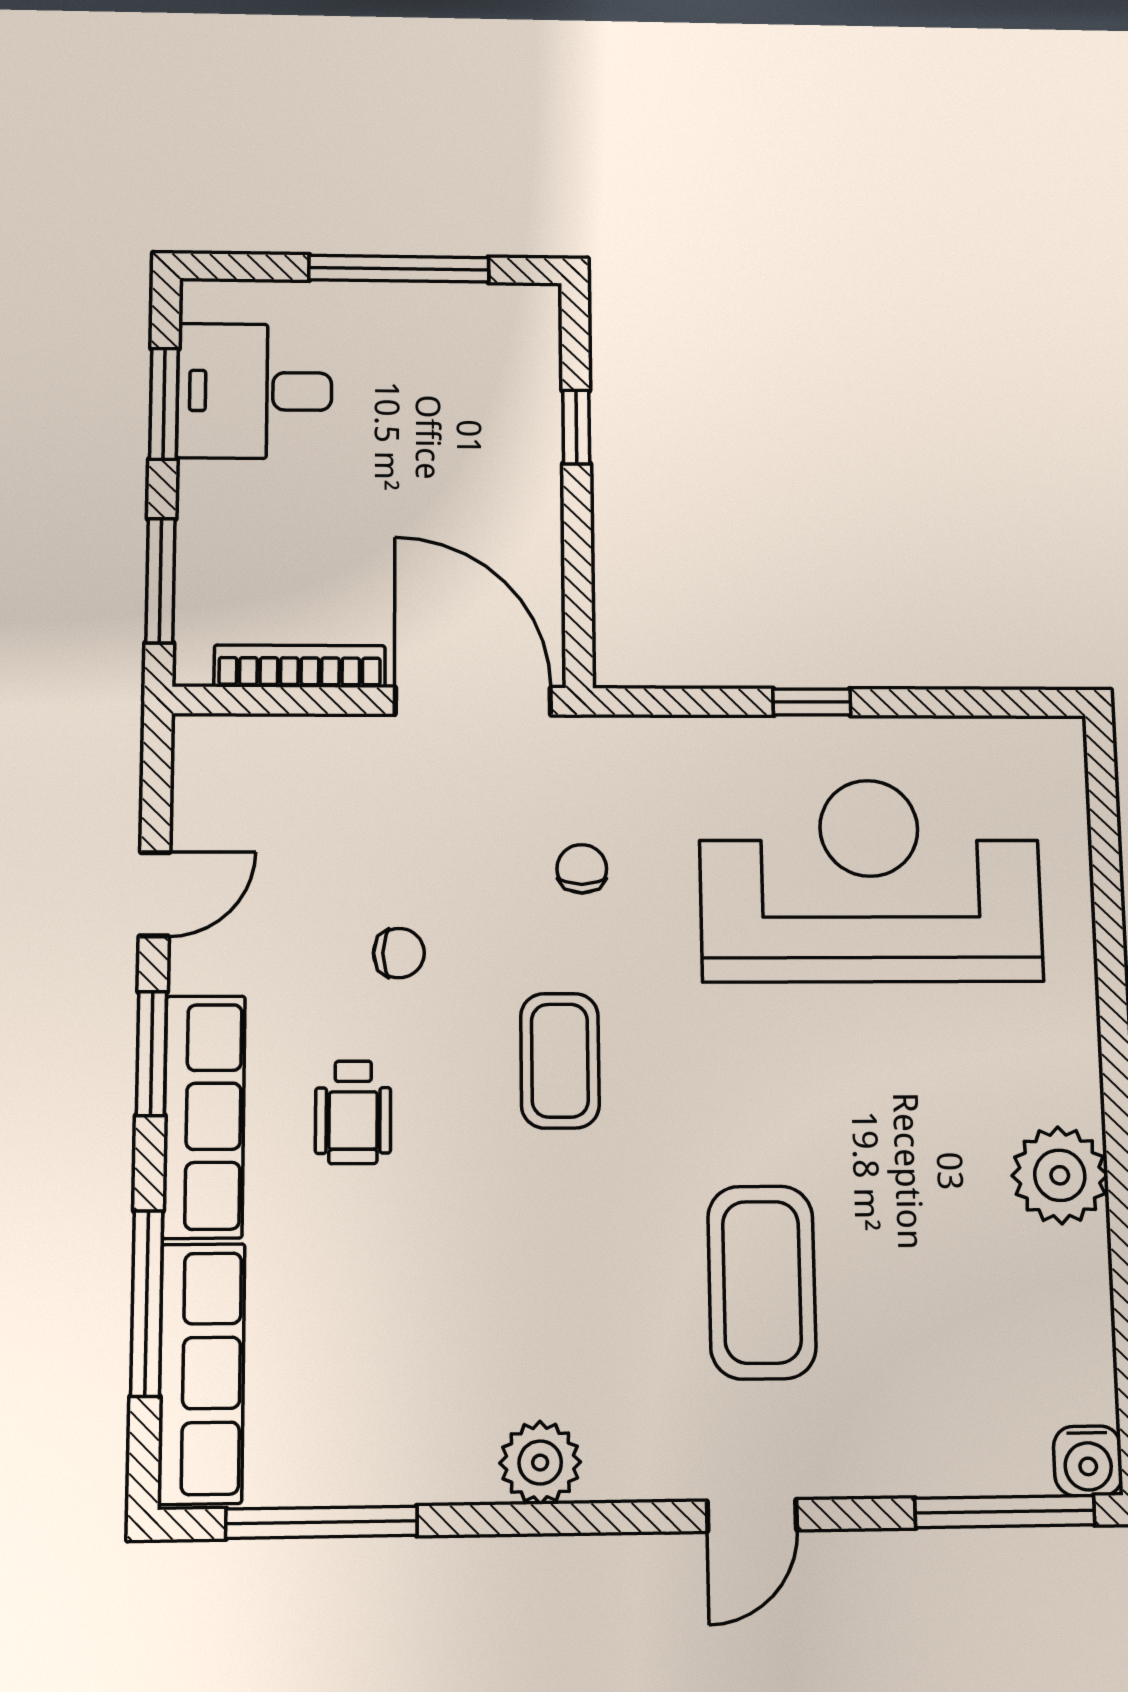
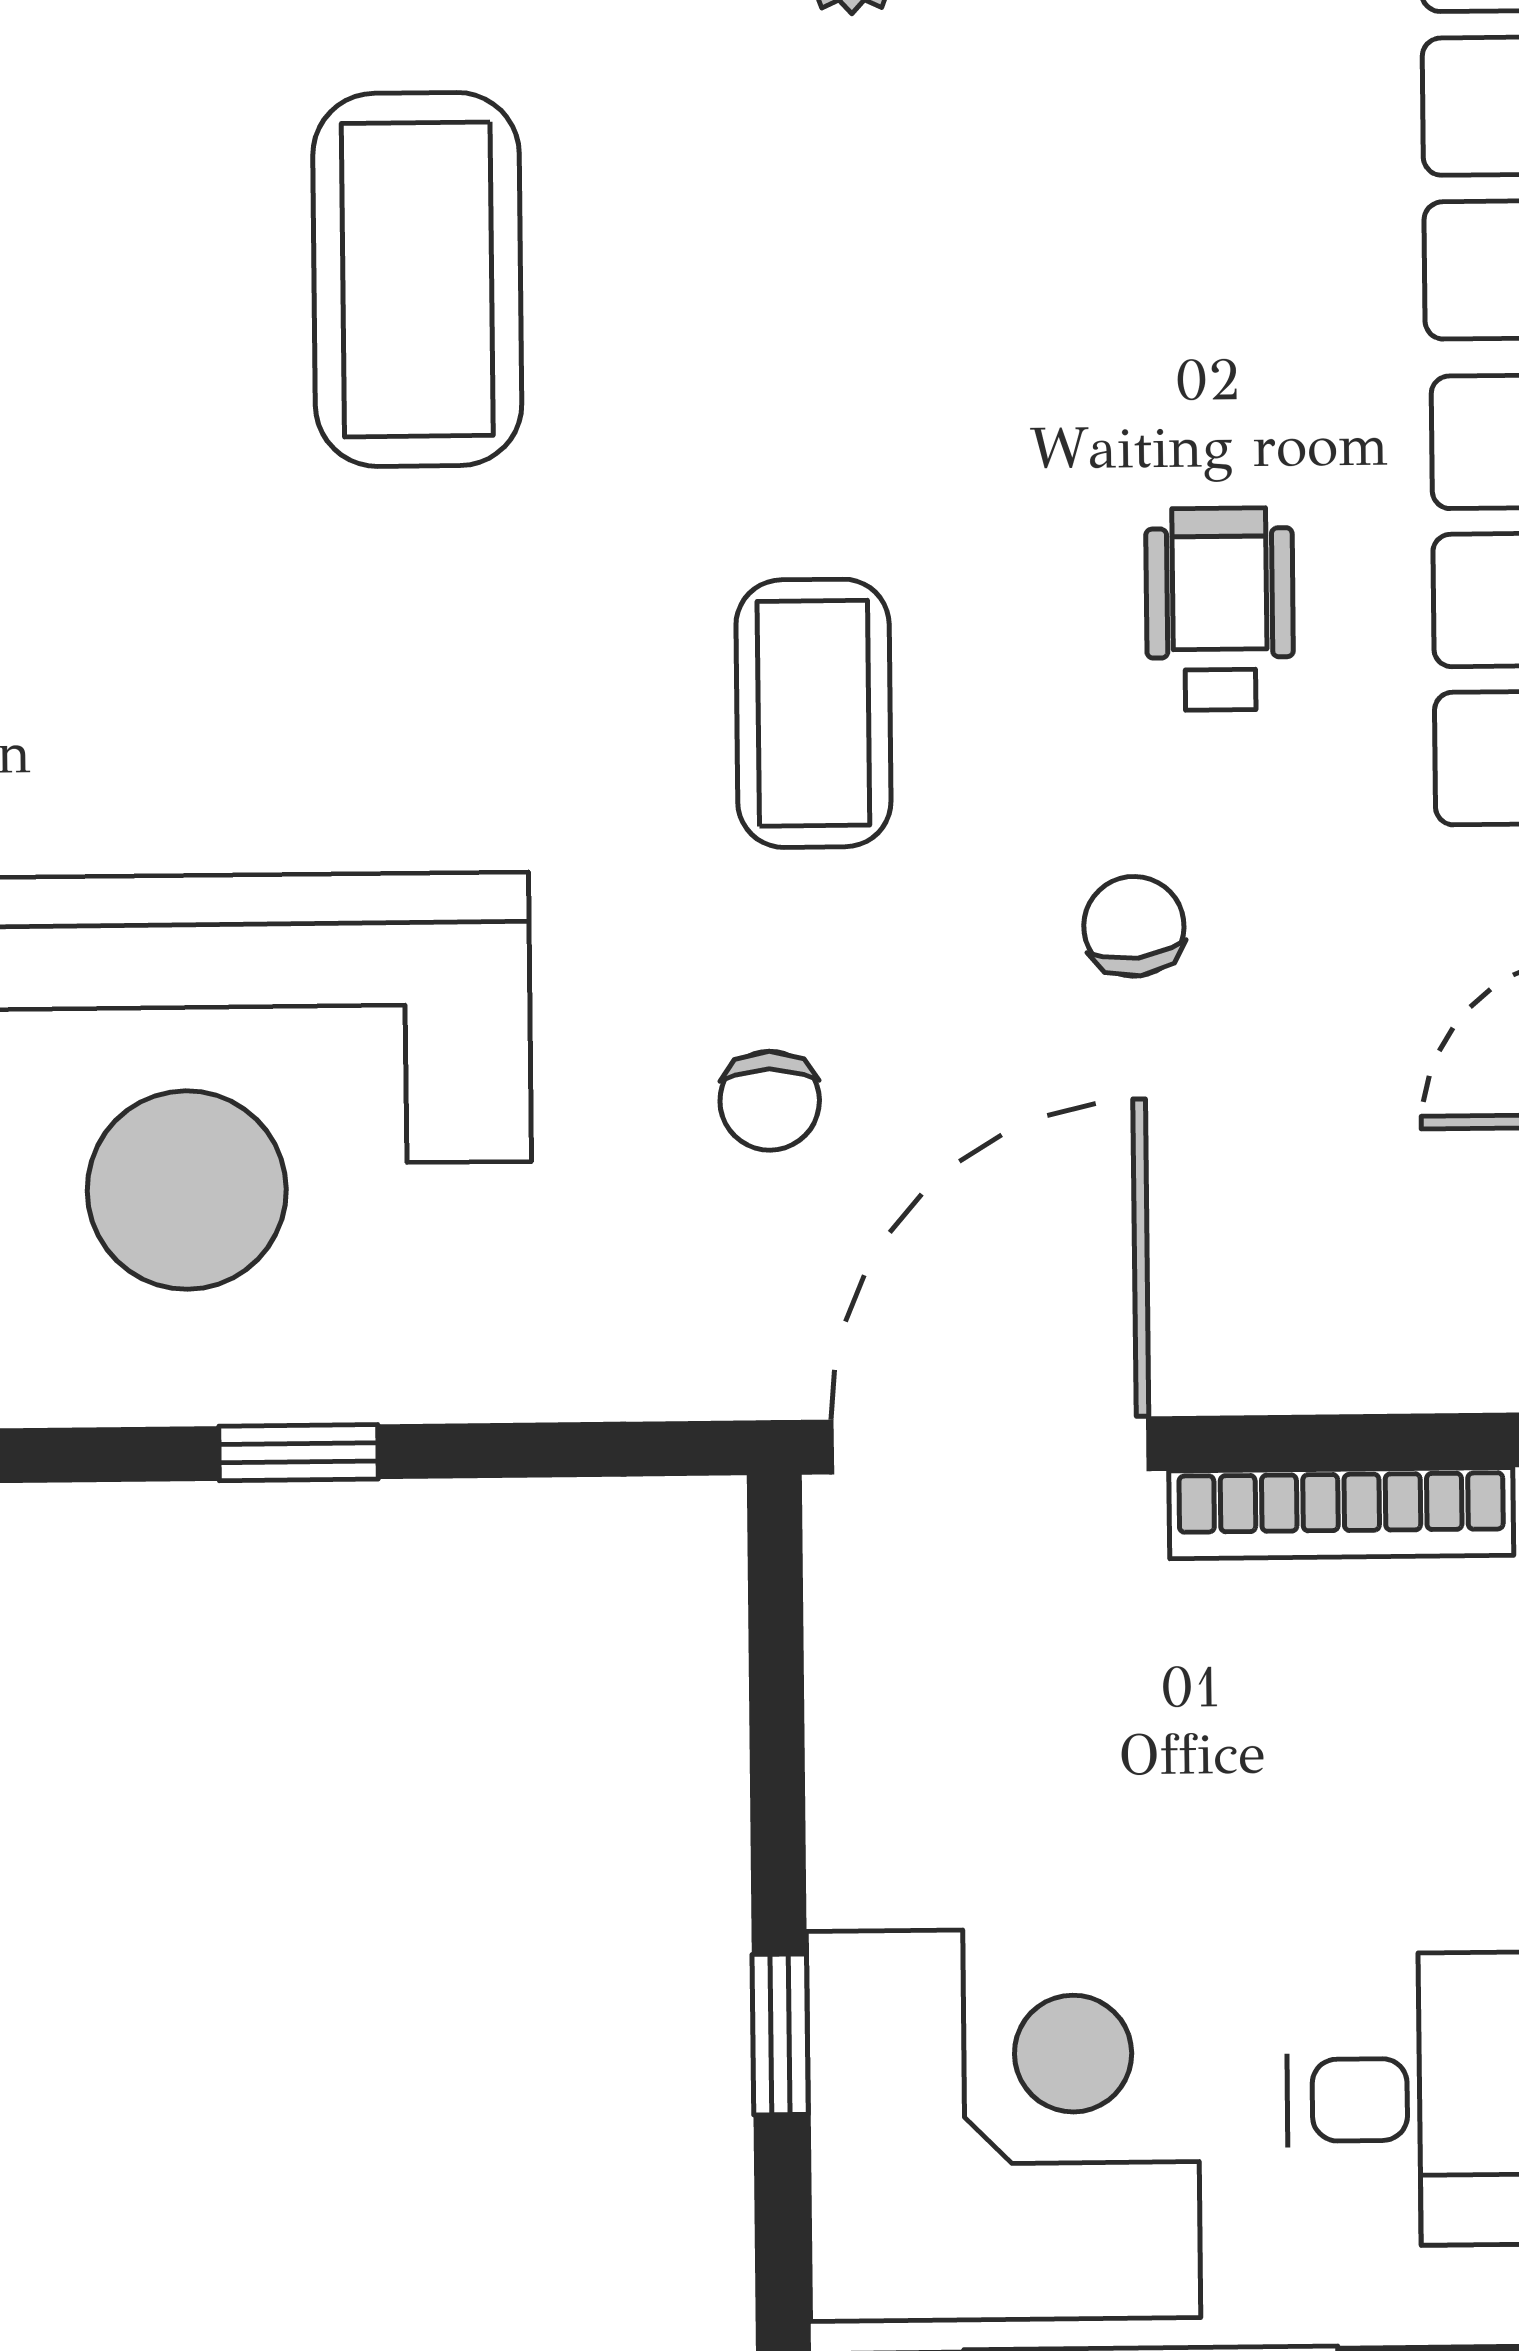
corner desk: (469, 384) -> (1004, 2125), added
door: (473, 701) -> (990, 1445), swing flipped
chair: (399, 953) -> (1134, 926), turned 83

